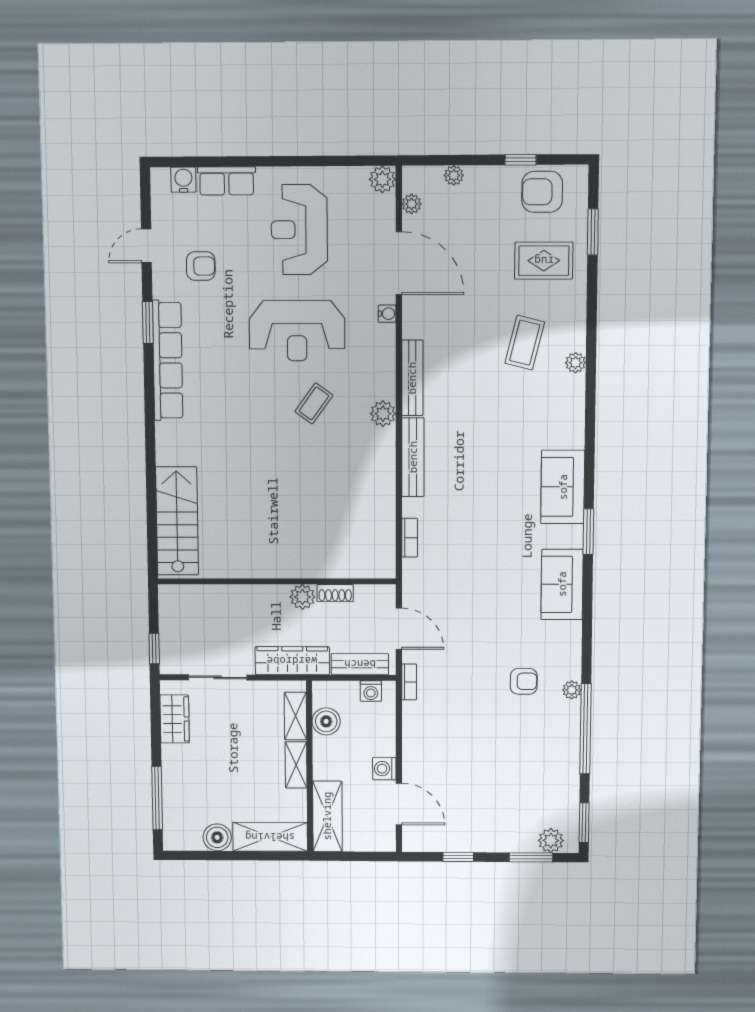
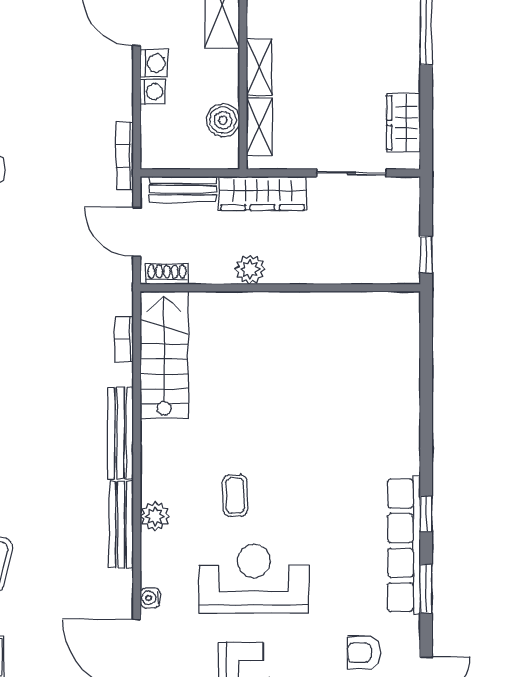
window: (149, 388) -> (426, 514), added
coffee table: (314, 403) -> (235, 496), turned -38
plant: (383, 414) -> (155, 516), moved
stairs: (177, 521) -> (164, 355), moved, turned 180
shoe rack: (335, 593) -> (167, 274), moved
window: (154, 648) -> (426, 254), moved
bookcase: (409, 682) -> (125, 156), width x1.56
washing machine: (371, 691) -> (153, 92), moved, turned 90

